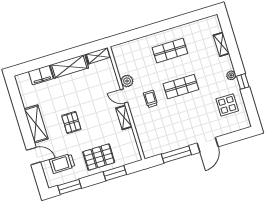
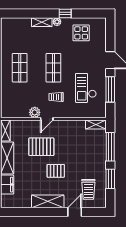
shelving: (221, 44) -> (42, 22), moved
shelving: (124, 117) -> (96, 125), moved
checkout: (170, 128) -> (86, 88), added
pallet: (99, 157) -> (41, 147), moved, turned 90
window: (115, 173) -> (110, 147), width x1.44
window: (69, 187) -> (110, 179), moved

